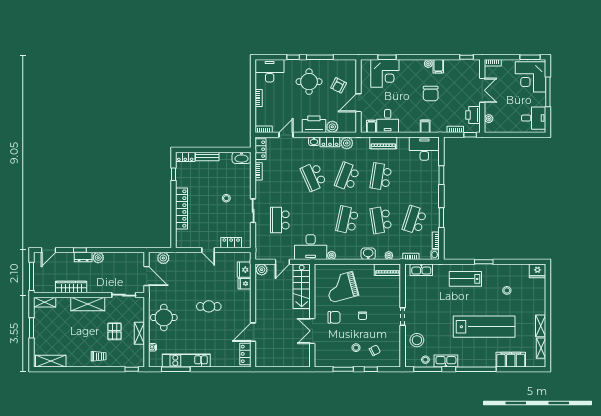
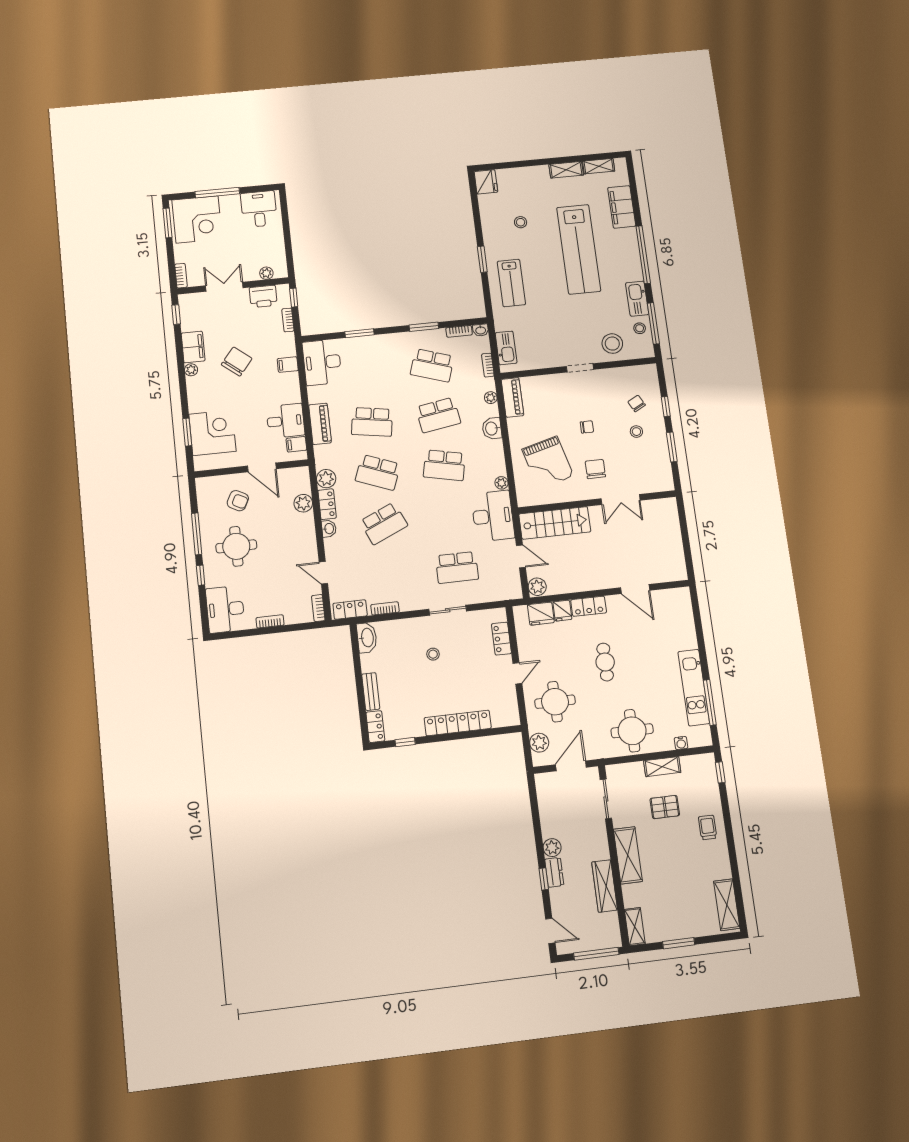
filing cabinet: (438, 66) -> (193, 347), width x2.00
chair: (431, 94) -> (237, 362), turned -51
printer: (314, 124) -> (302, 532), removed
round table: (188, 271) -> (555, 702), added
lab bench: (484, 327) -> (579, 249), turned 180
locker: (245, 354) -> (589, 606), moved

